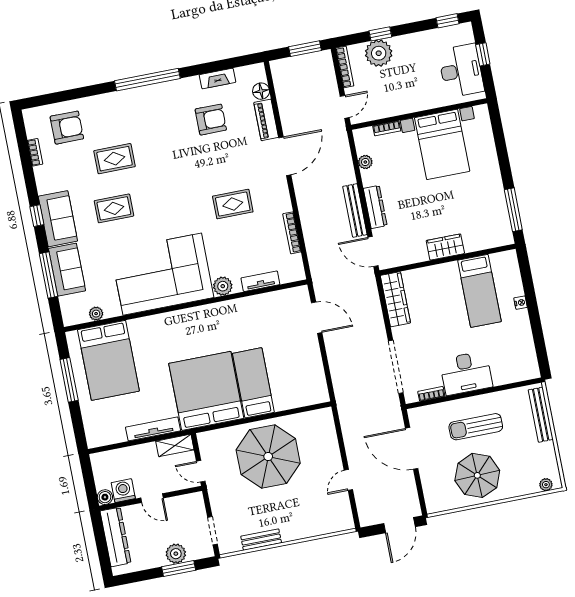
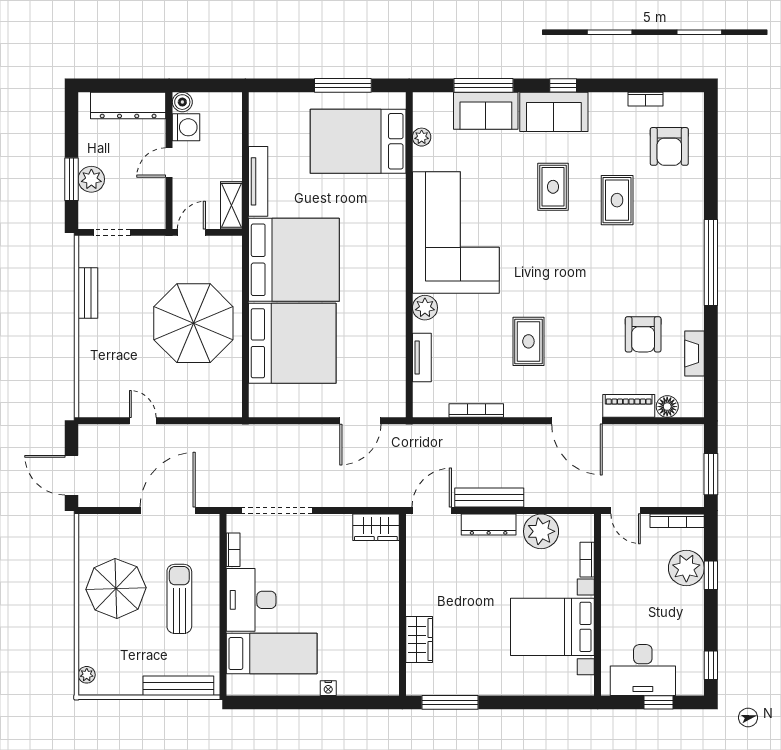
plant: (365, 162) -> (541, 531), width x1.88, depth x1.88
wardrobe: (445, 247) -> (419, 640), moved
bed: (479, 291) -> (272, 654), moved, turned 180
wardrobe: (395, 299) -> (376, 527), width x0.67
bed: (253, 383) -> (292, 343), width x2.04

